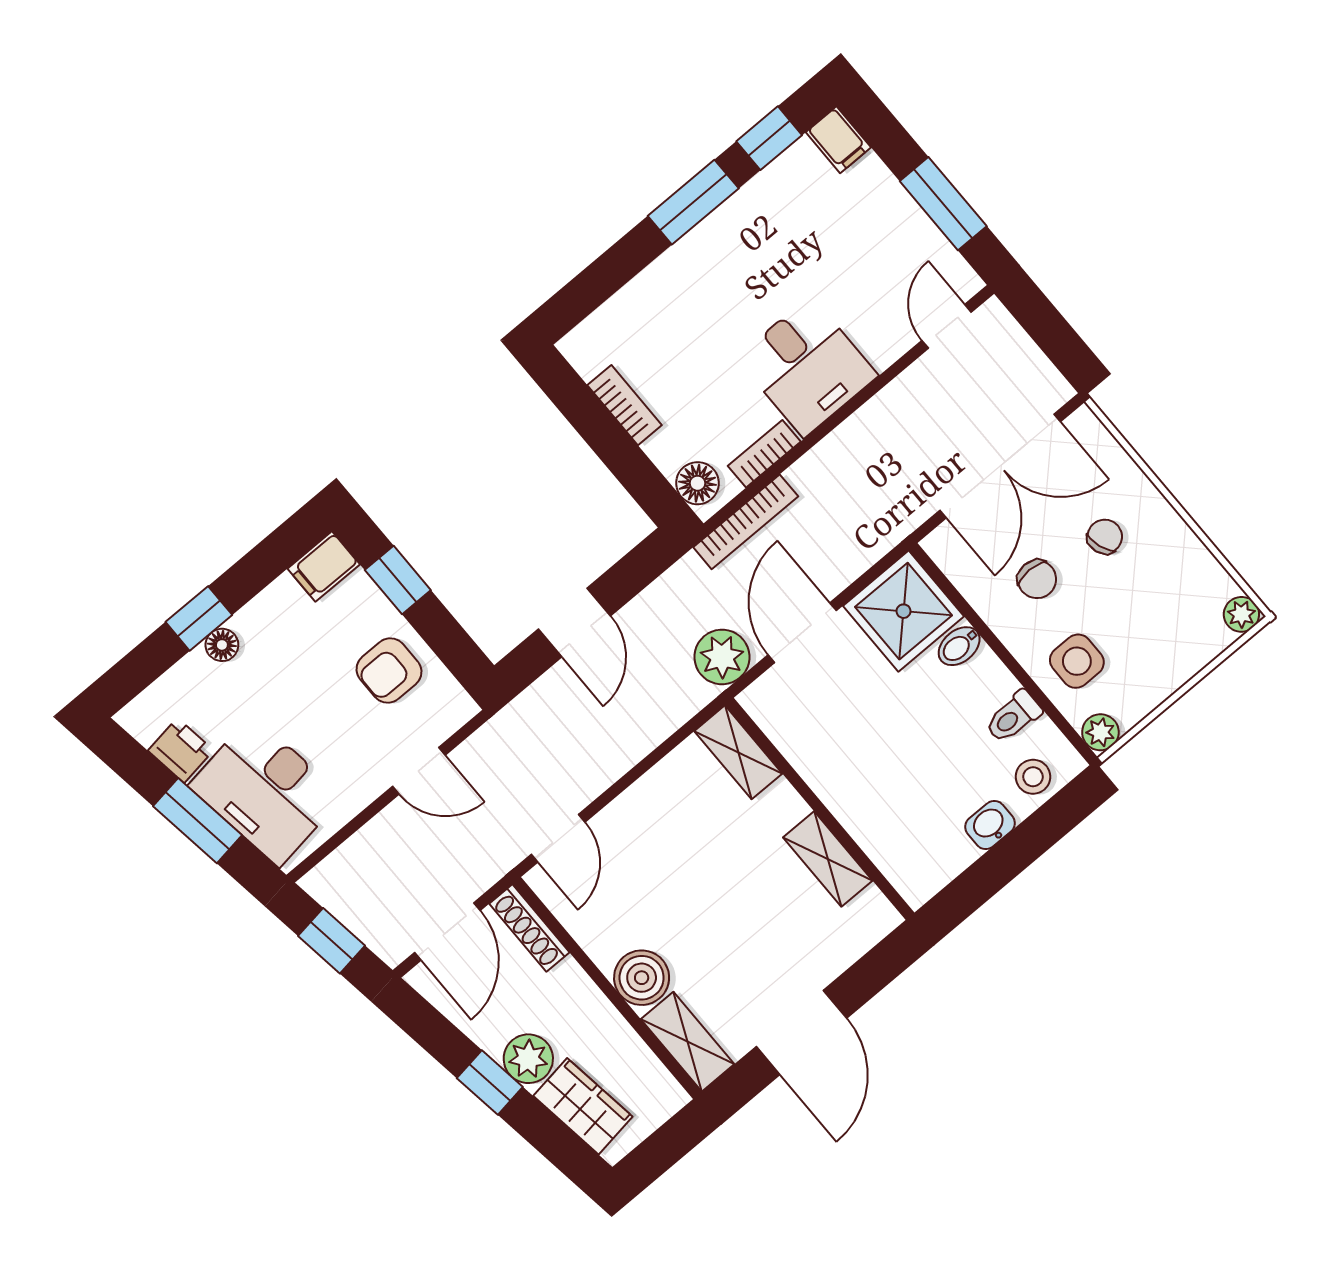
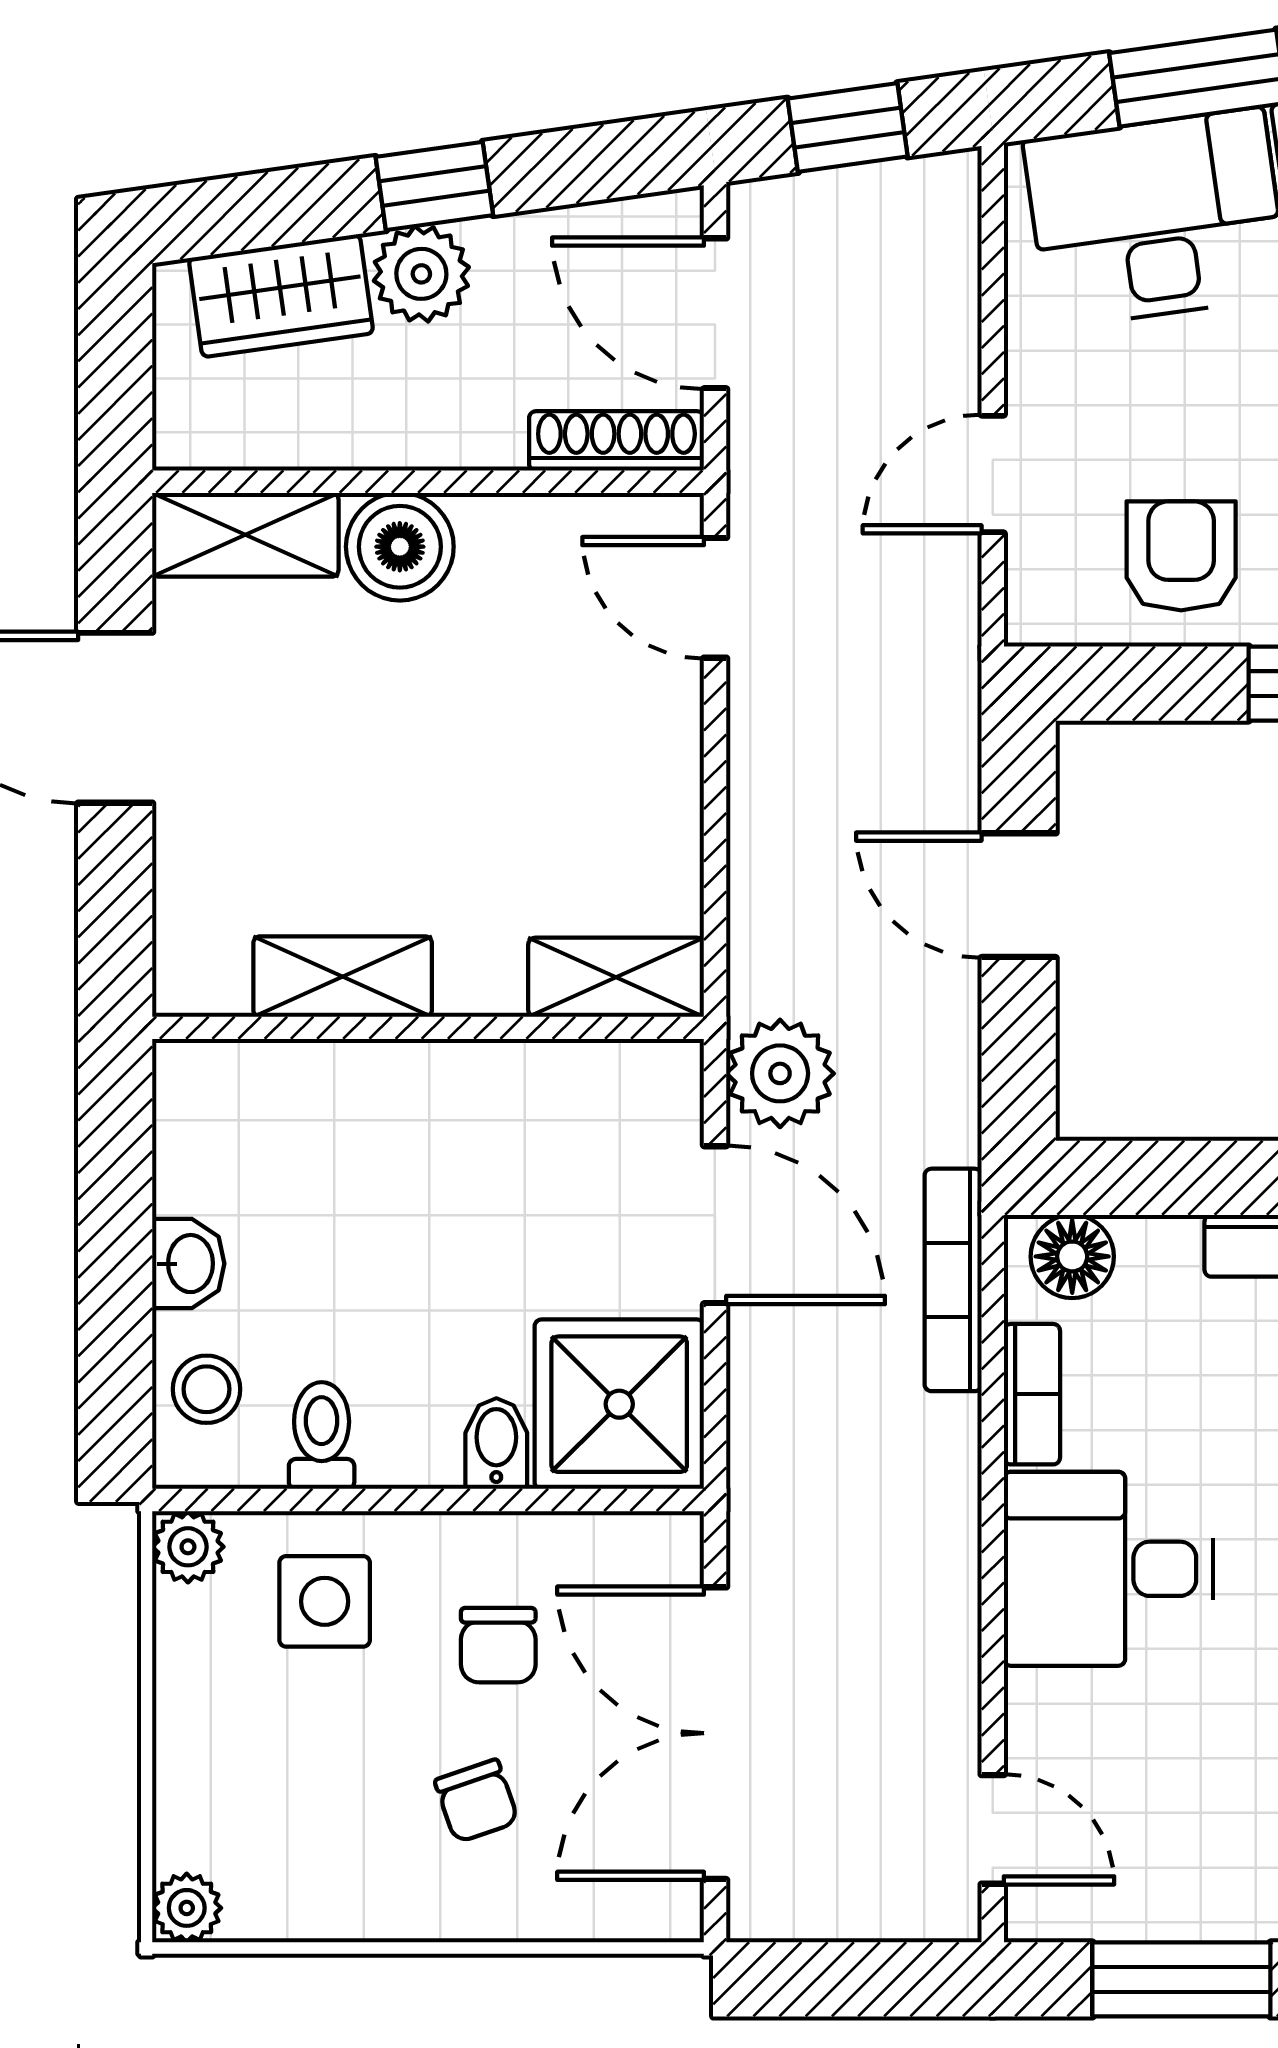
chair: (1037, 579) -> (498, 1645), turned -90

